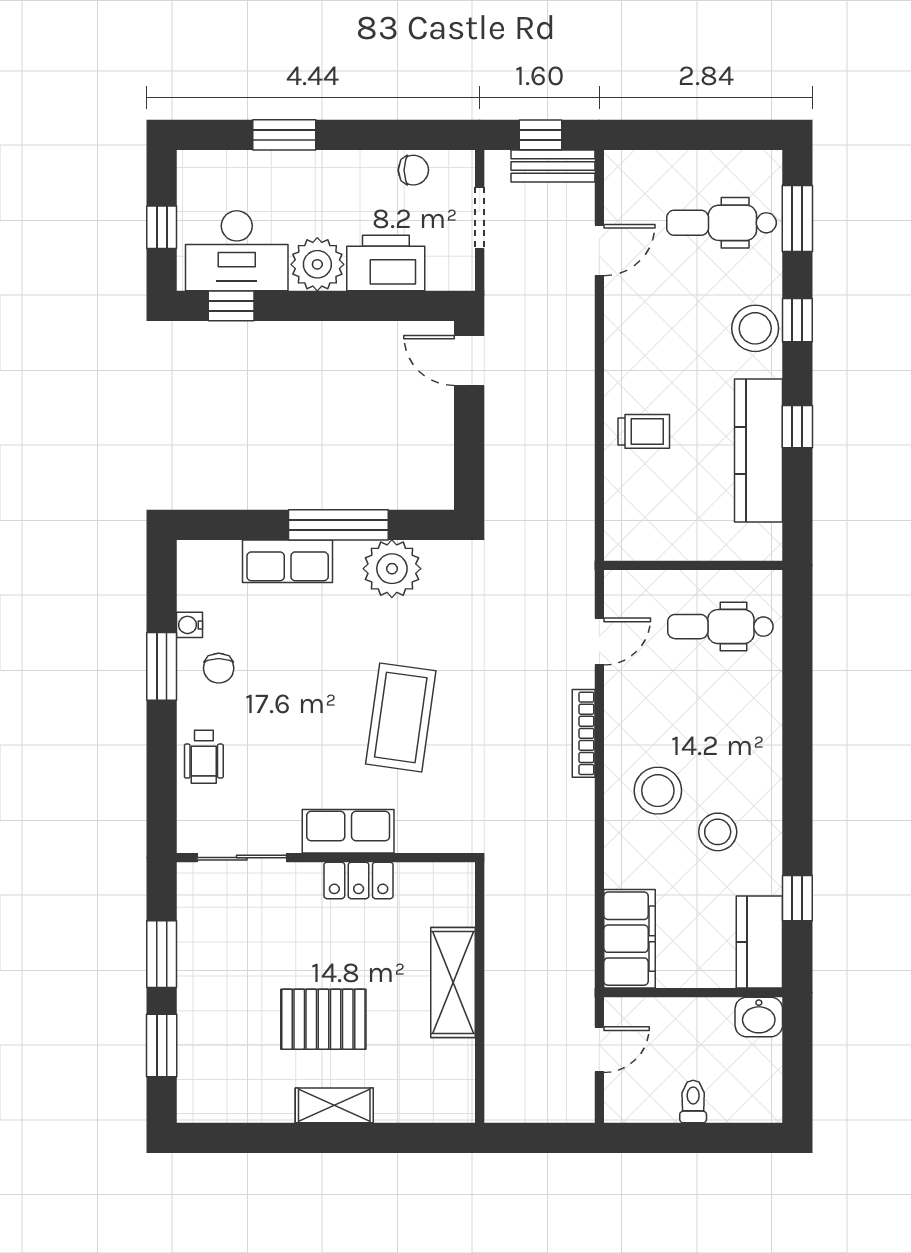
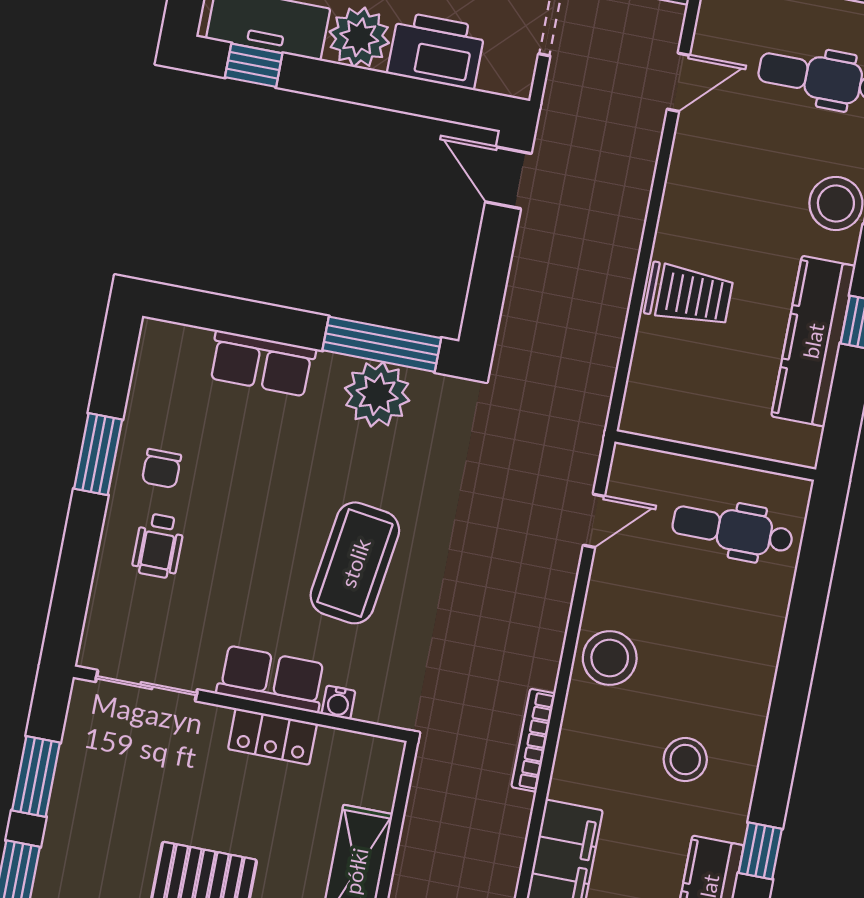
trolley: (644, 431) -> (689, 295), width x1.36, depth x1.39
window: (338, 525) -> (382, 344), moved
water cooler: (190, 625) -> (338, 702), moved, turned -90
bookcase: (584, 733) -> (533, 740), moved
wheelchair: (204, 757) -> (158, 546), moved
stool: (658, 791) -> (610, 658), moved

